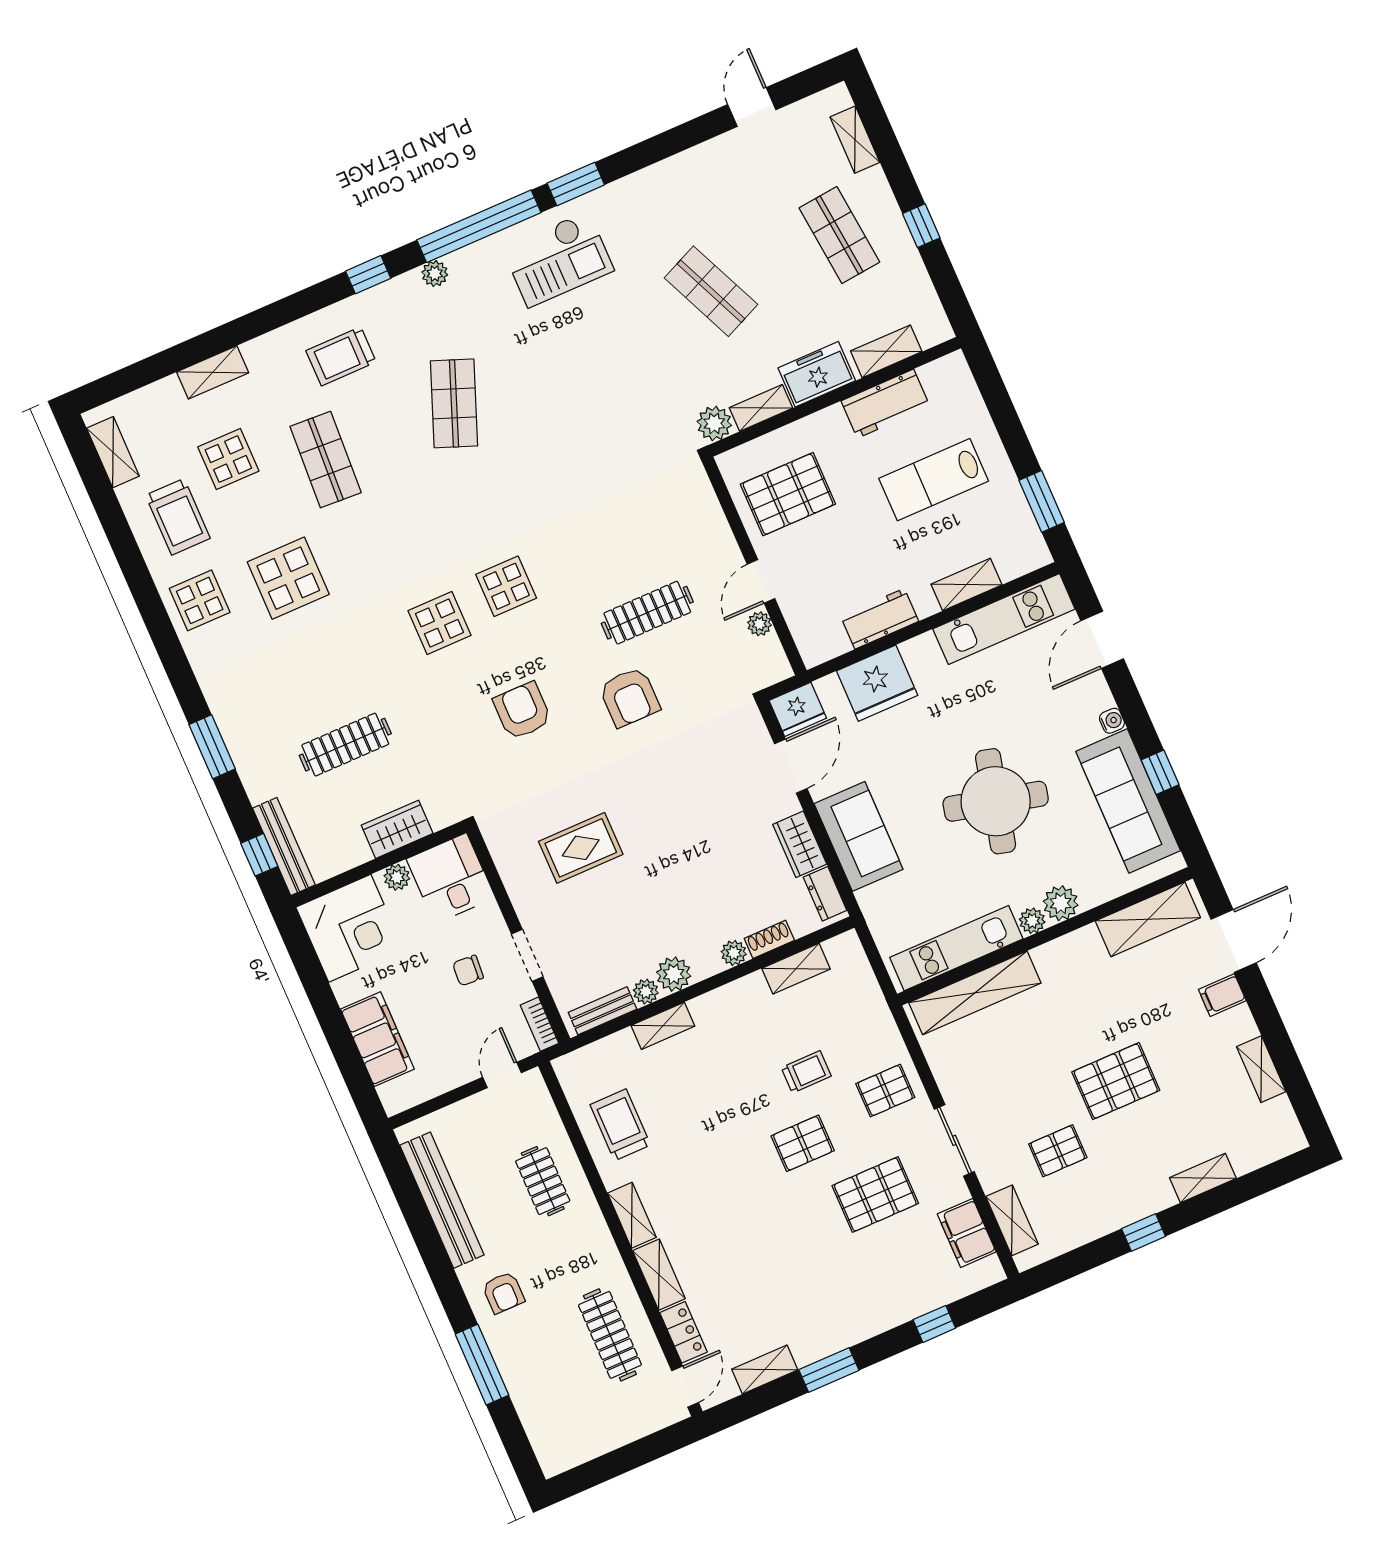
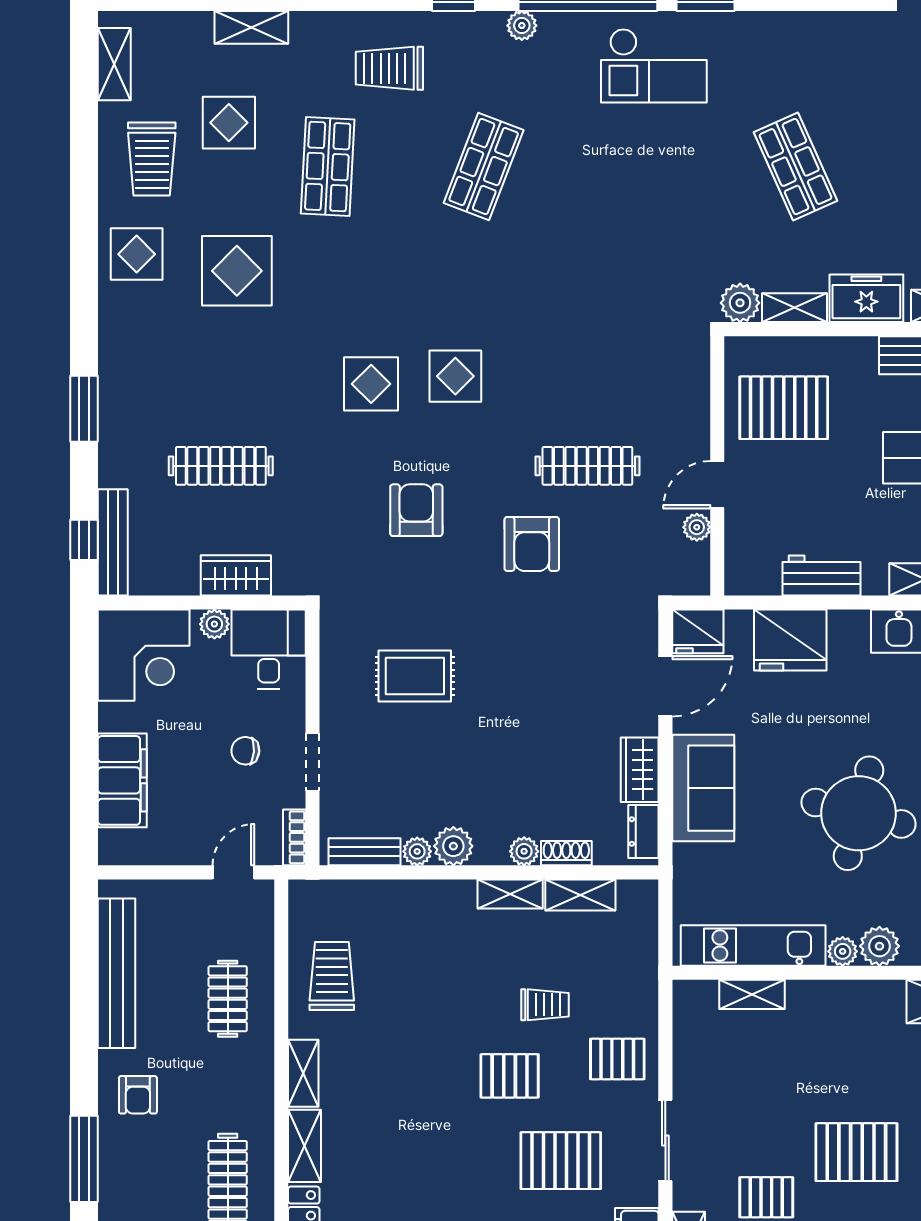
shelving: (975, 993) -> (752, 994), width x0.45, depth x0.75
shelving: (663, 1026) -> (510, 894), moved

